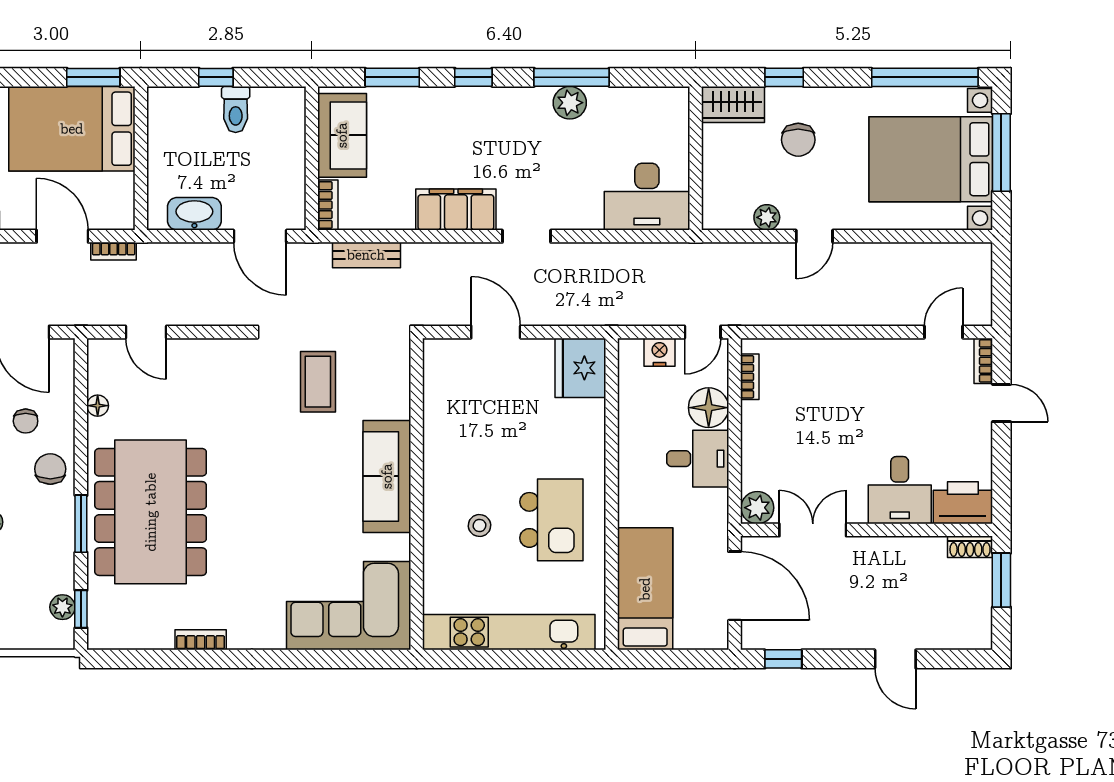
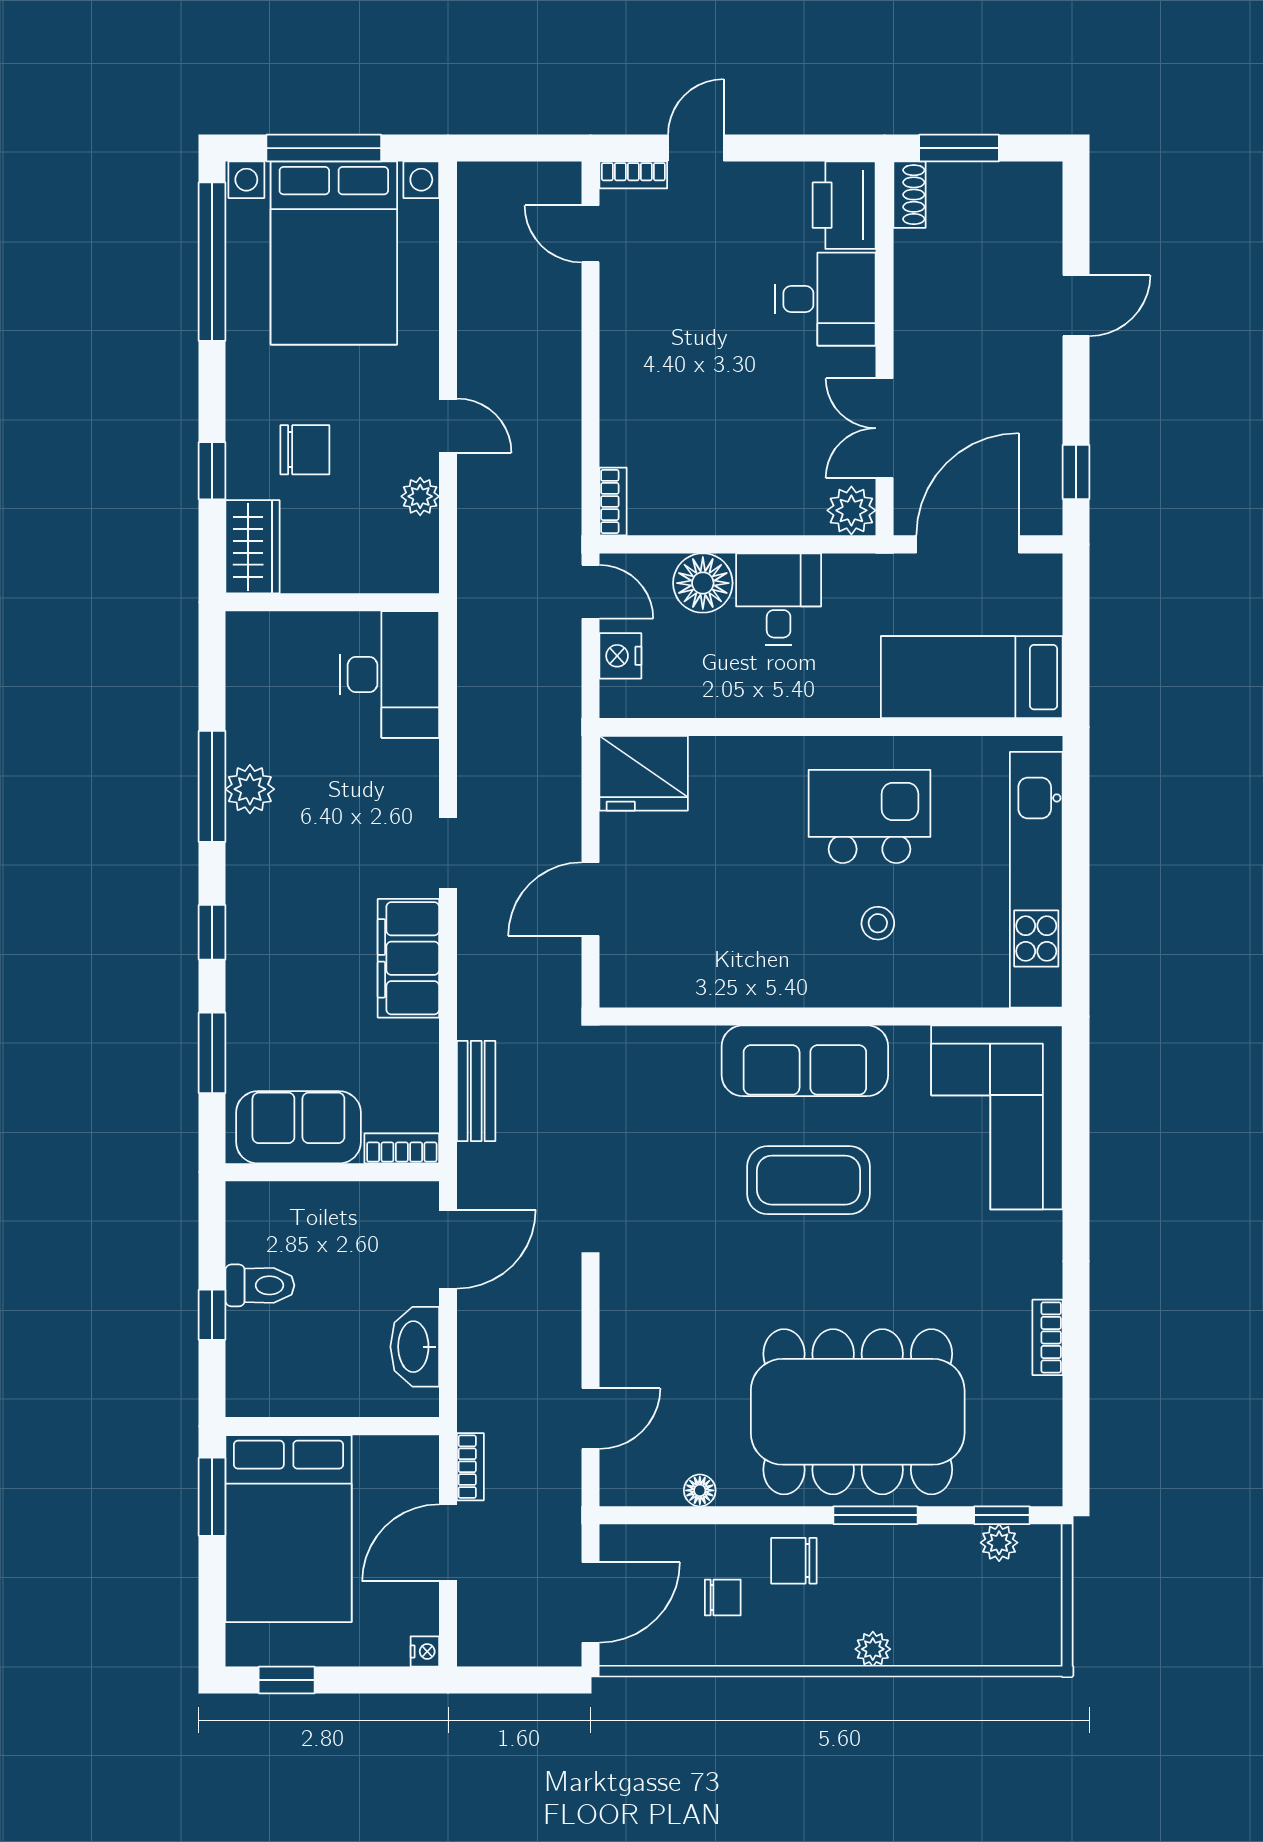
bookcase: (750, 377) -> (613, 501), moved, turned 90
coffee table: (318, 382) -> (809, 1180), moved, width x1.36, depth x1.32

